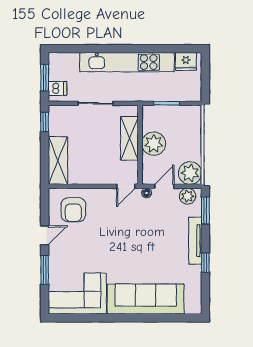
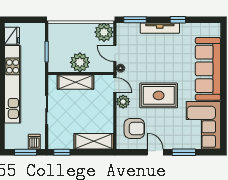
plant: (188, 196) -> (123, 102), moved
rug: (113, 239) -> (159, 95), added

